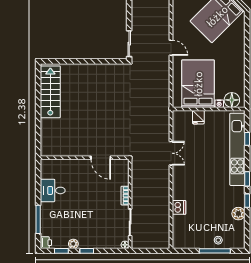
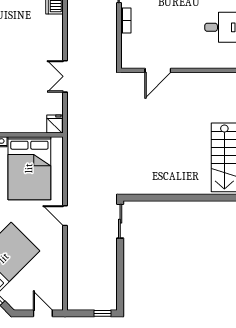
fridge: (198, 117) -> (54, 124), moved
door: (101, 158) -> (158, 70), swing flipped

